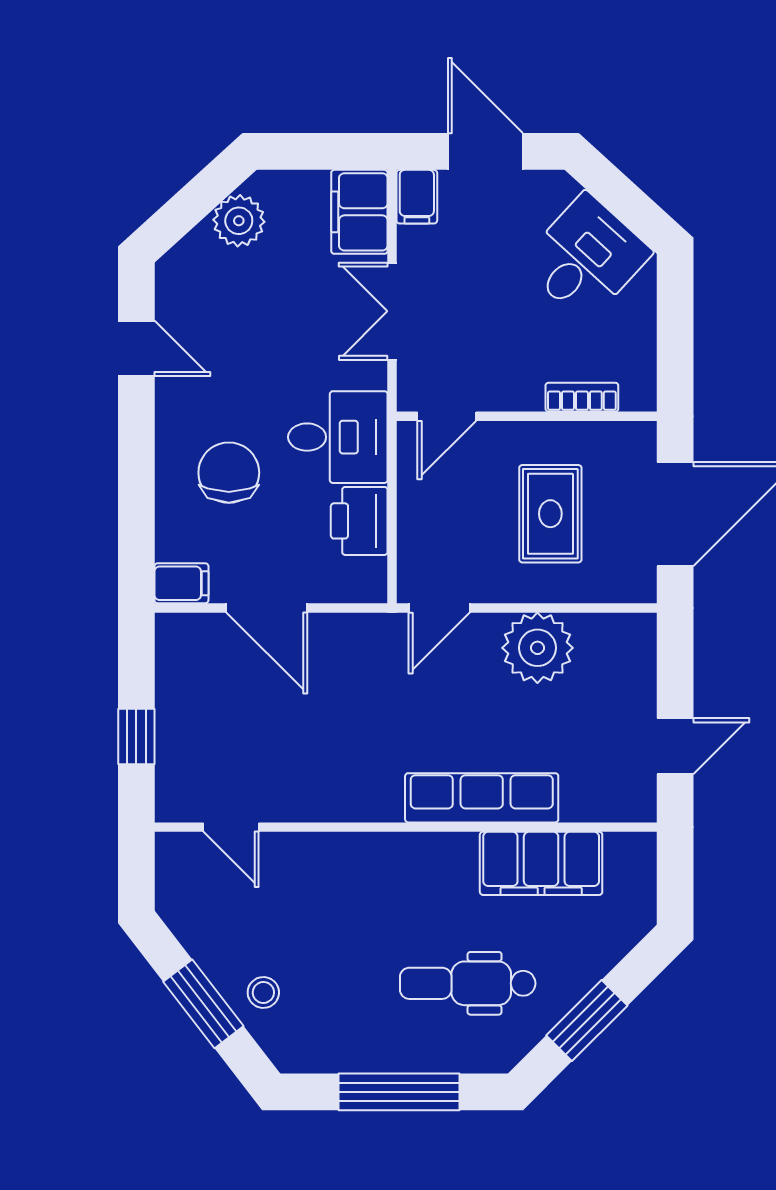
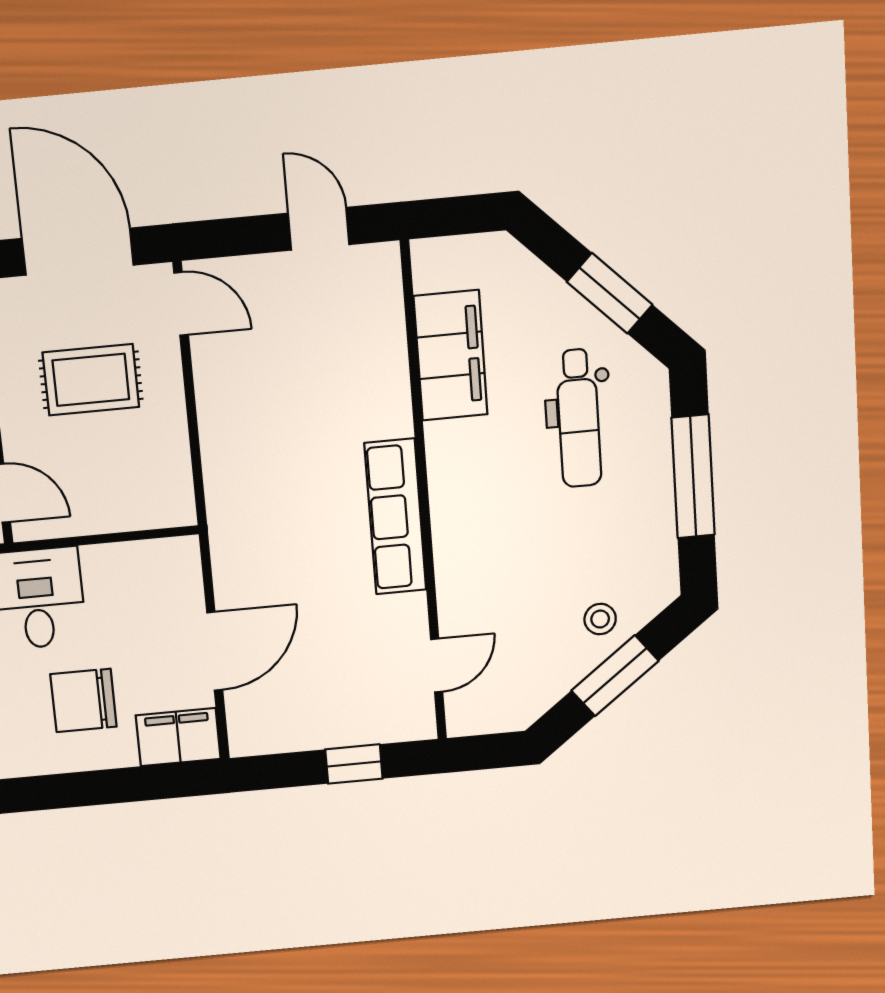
printer: (359, 521) -> (118, 570), removed
filing cabinet: (181, 583) -> (178, 737), width x2.00
door: (439, 608) -> (181, 304), moved
plant: (537, 648) -> (230, 380), removed
row of seats: (482, 798) -> (395, 517), moved

